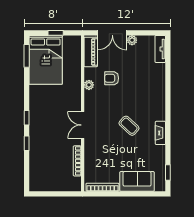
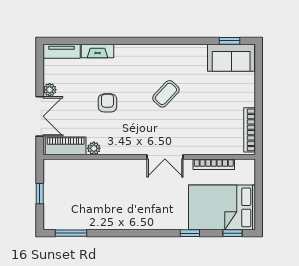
bed: (46, 60) -> (222, 207), moved, turned 180
armchair: (112, 78) -> (107, 103), moved, turned 180
plant: (89, 85) -> (94, 148), moved
window: (27, 118) -> (233, 233), moved
fireplace: (160, 133) -> (98, 51), moved
sofa: (137, 181) -> (231, 58), moved, turned -90

